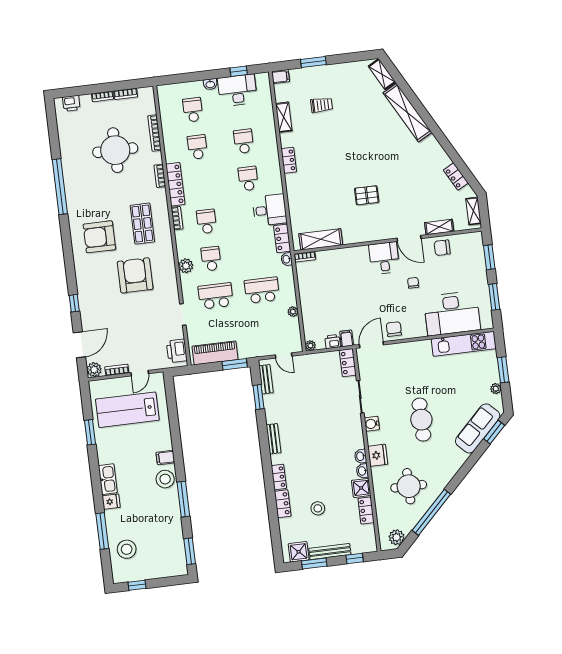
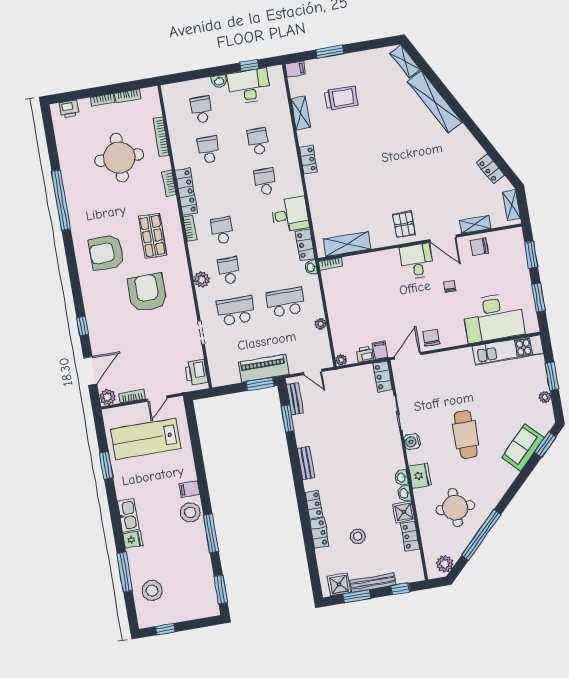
trolley: (322, 105) -> (341, 98), width x1.36, depth x1.39
pallet: (367, 195) -> (404, 224), moved, turned 90
piano: (215, 353) -> (263, 368), moved
sofa: (478, 428) -> (523, 447), width x0.73

